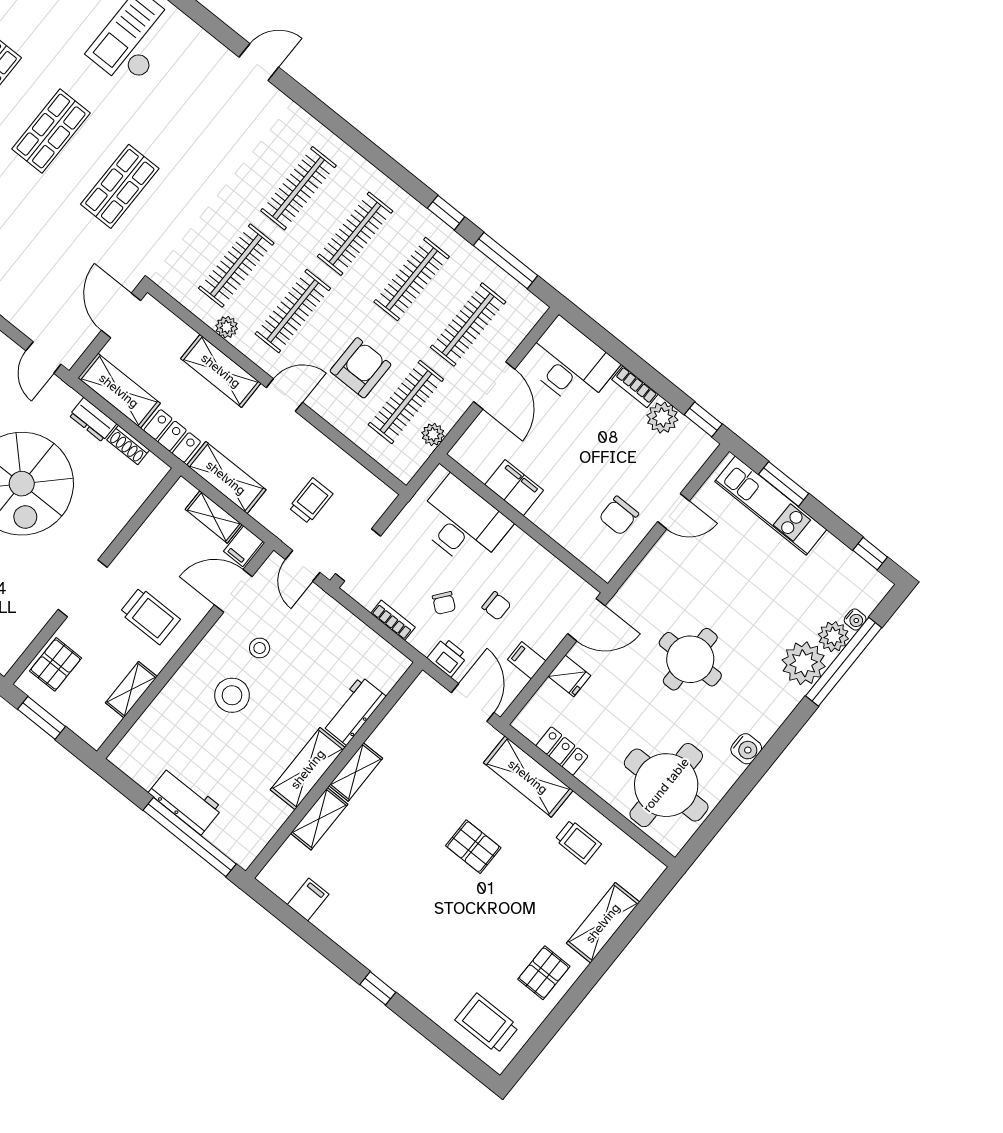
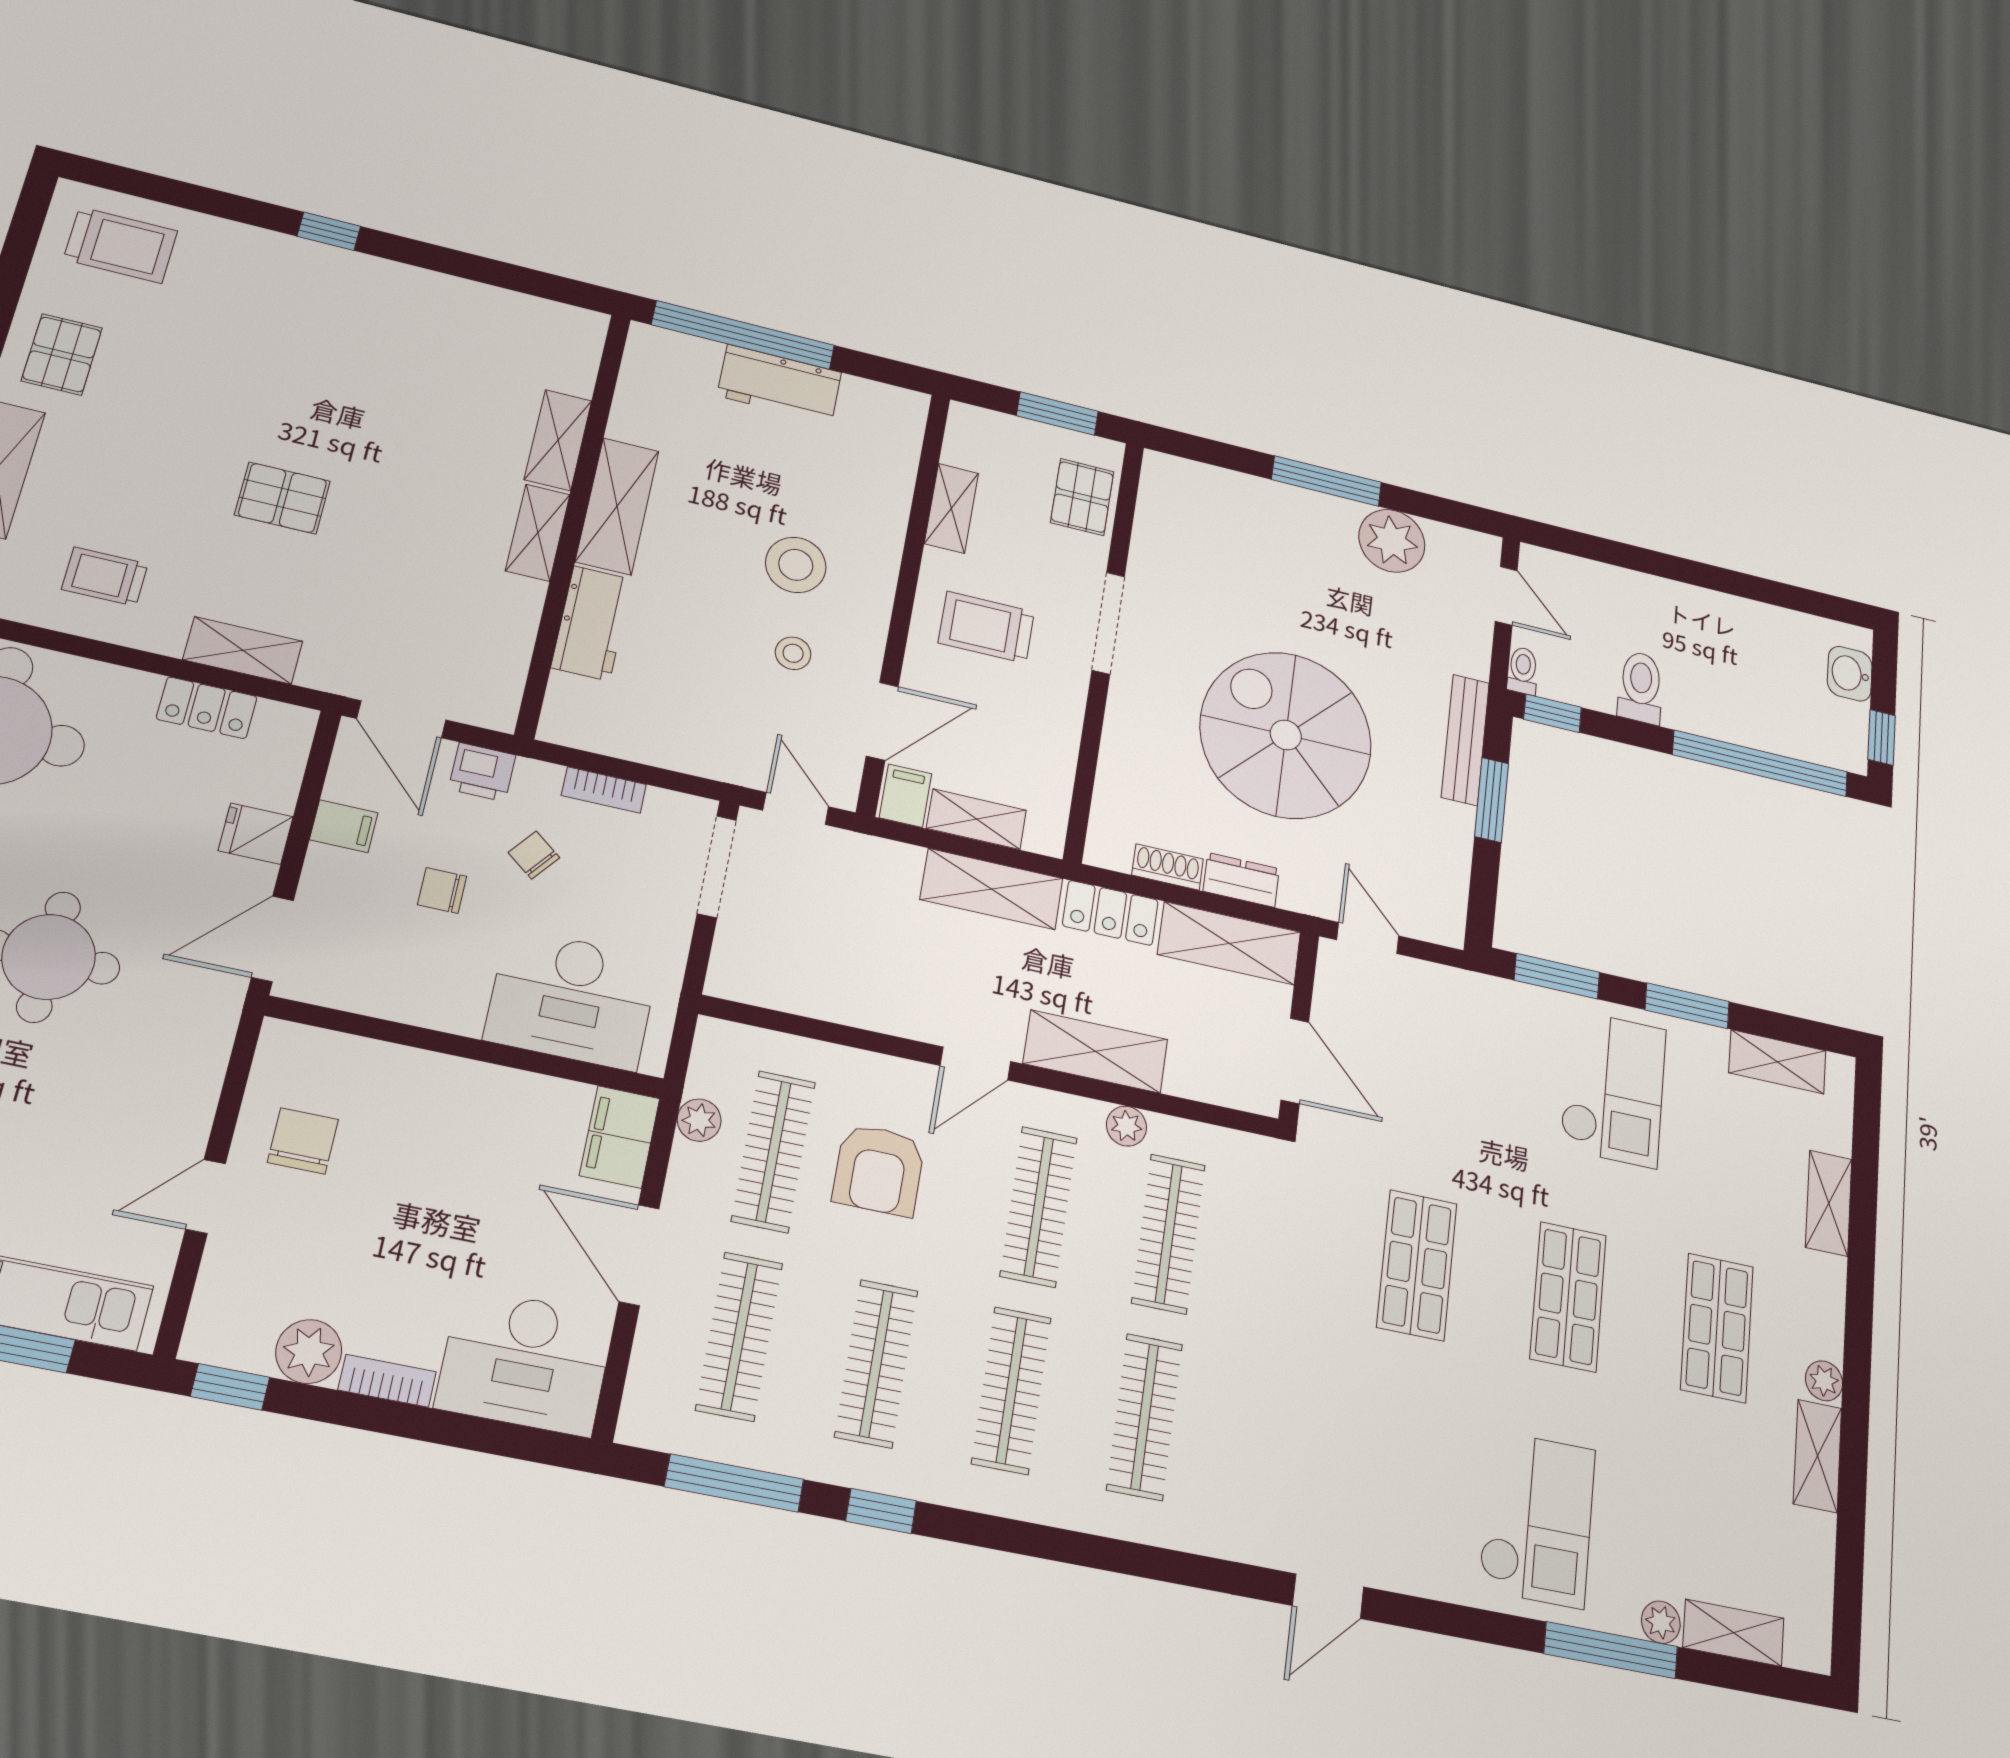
filing cabinet: (514, 488) -> (620, 1137), moved, turned 90
trolley: (311, 501) -> (840, 916), removed
shelving: (528, 777) -> (243, 650), width x0.67, depth x0.75
filing cabinet: (308, 900) -> (510, 317), removed

